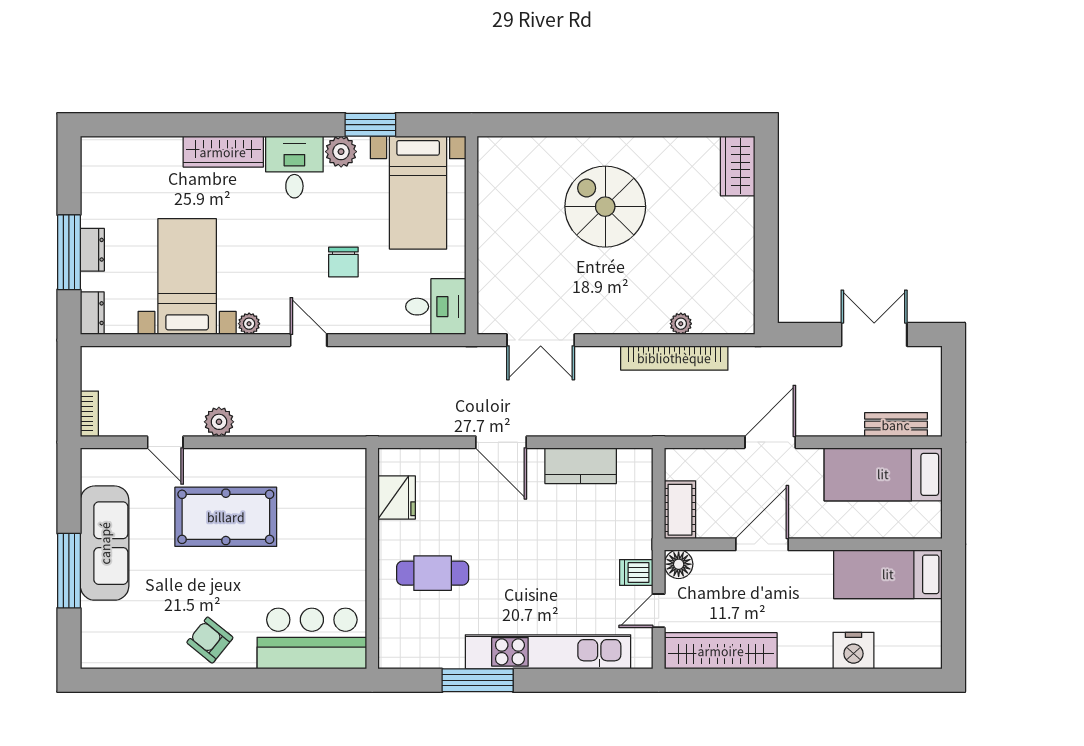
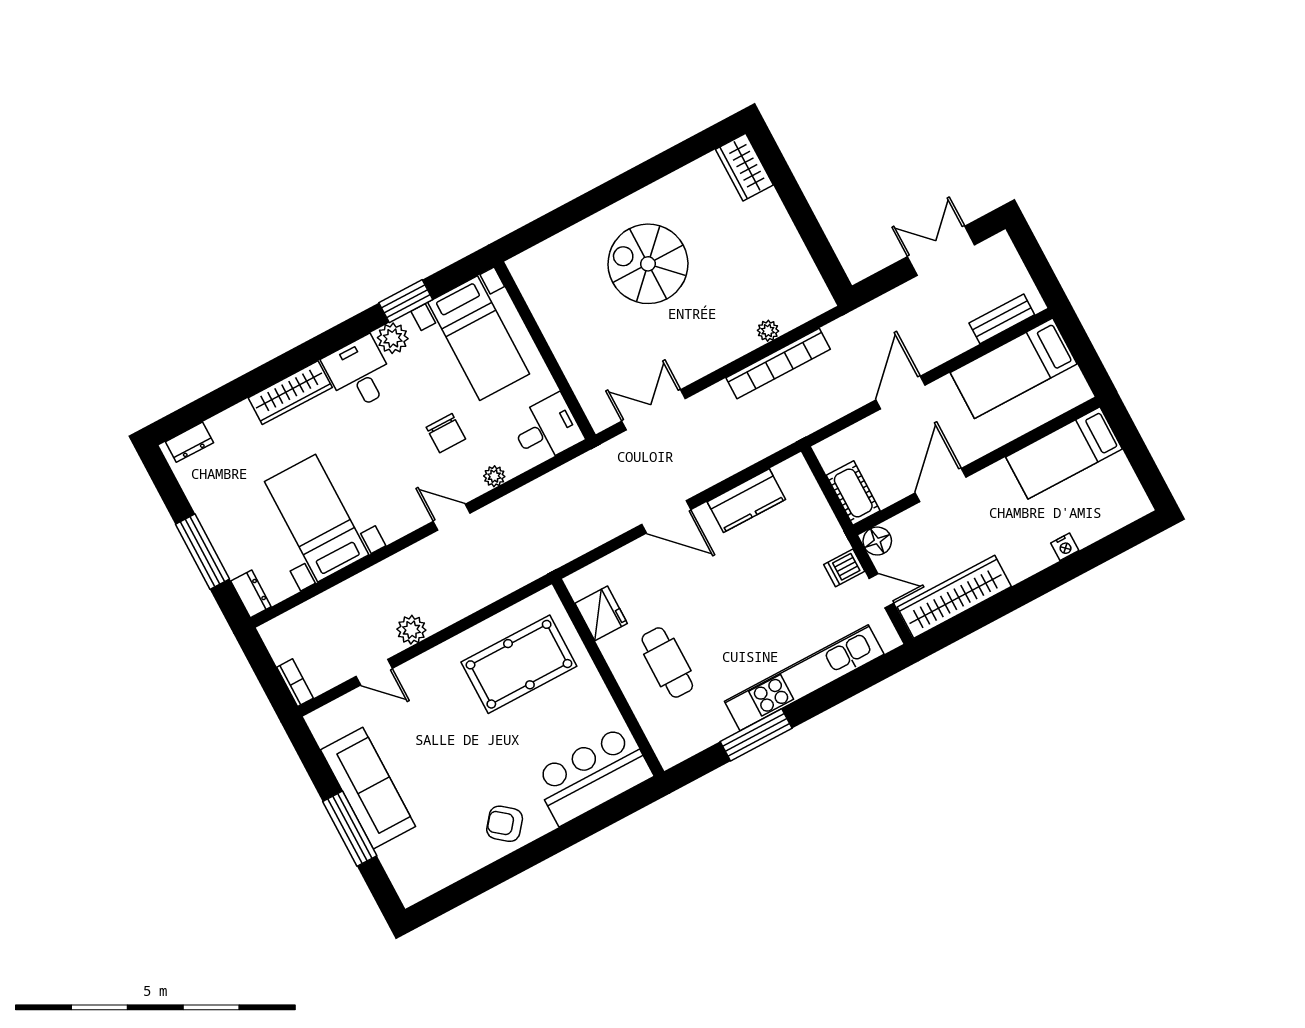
dresser: (92, 250) -> (189, 442), moved, turned 90
plant: (249, 324) -> (494, 476), moved
double door: (541, 340) -> (654, 410), swing flipped
pool table: (226, 517) -> (519, 664), moved
cafe table: (433, 573) -> (667, 663), turned 90
door: (659, 611) -> (881, 591), swing flipped
nightstand: (853, 651) -> (1065, 547), width x0.53, depth x0.56

